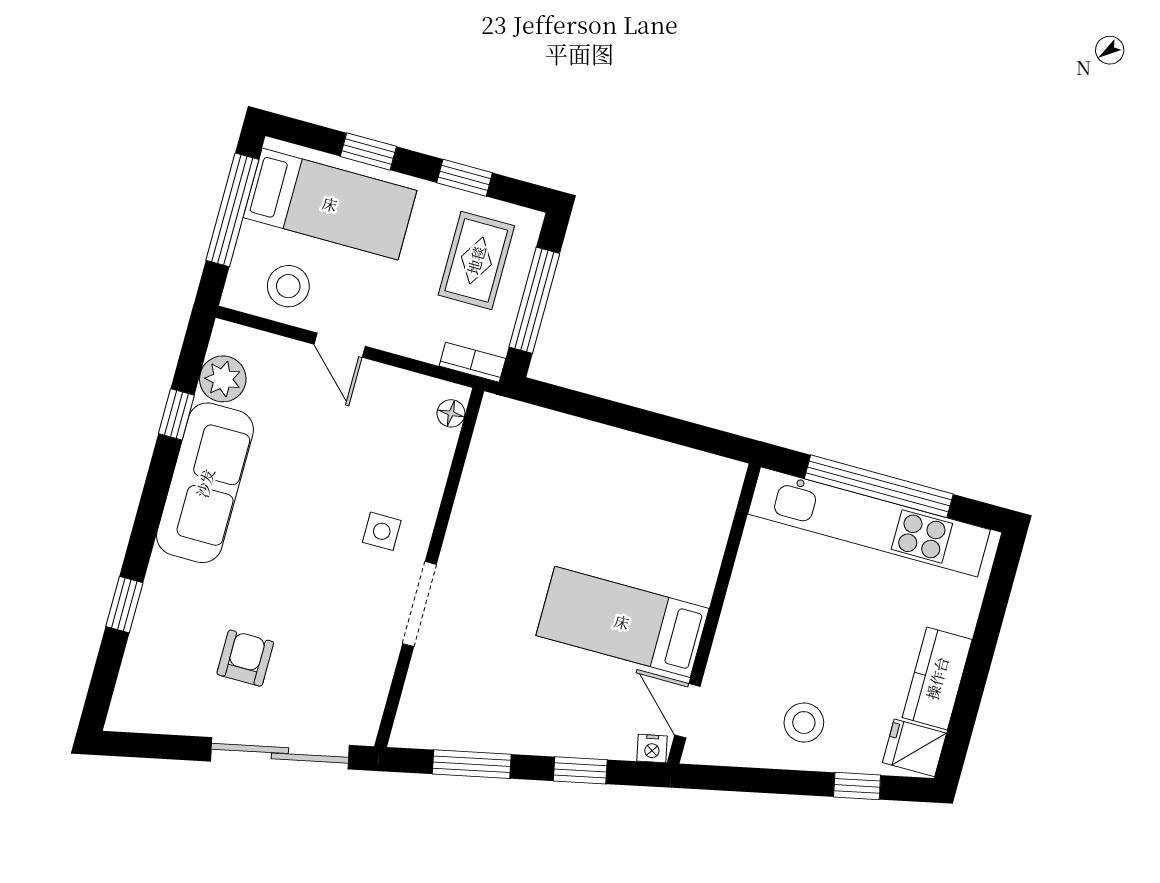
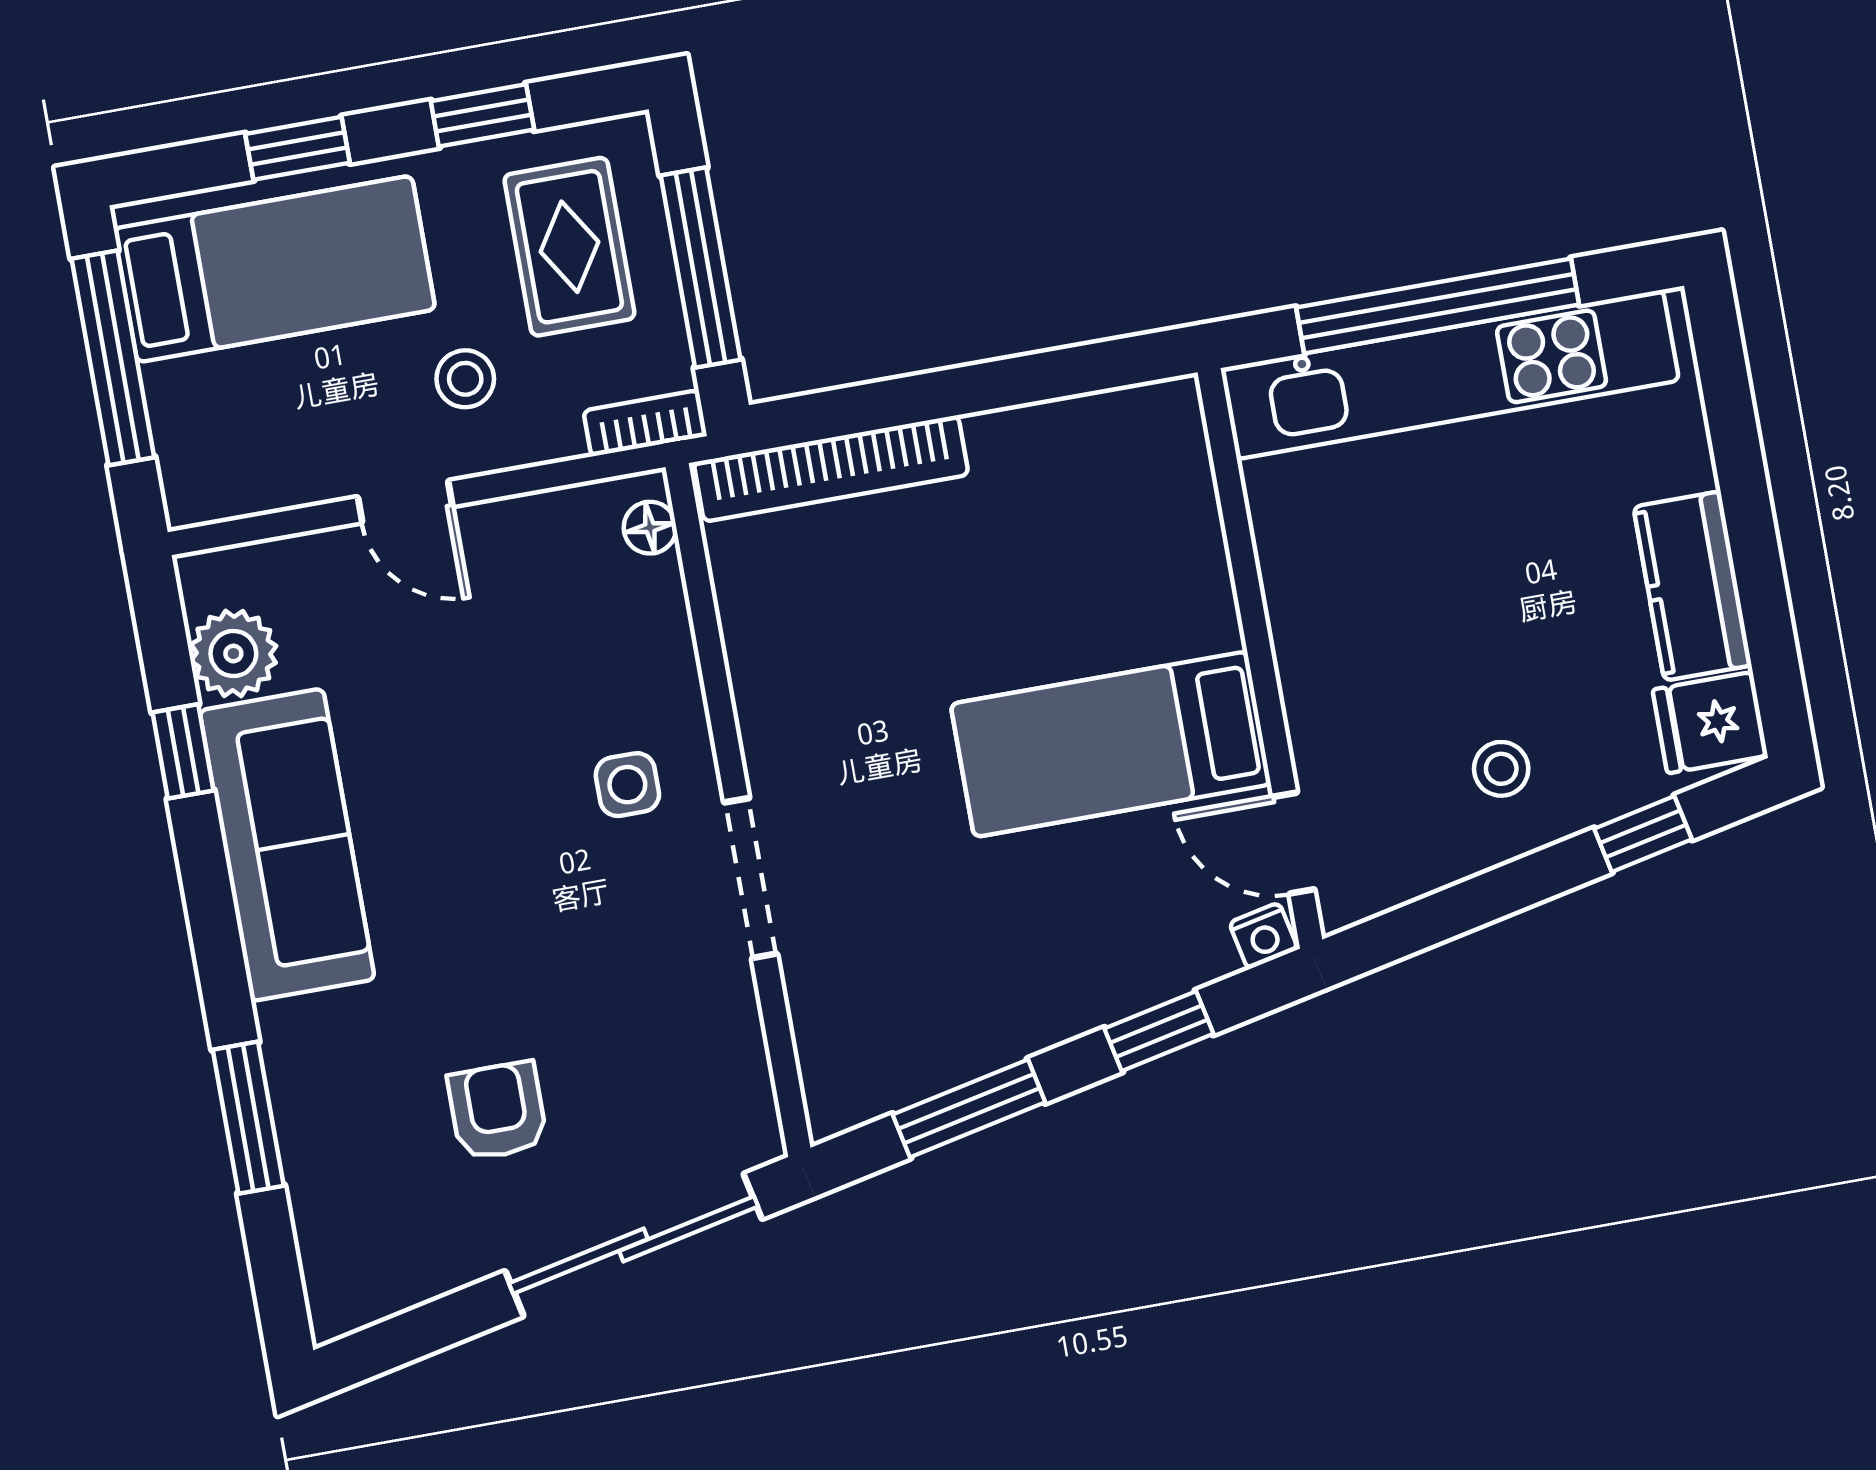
stool: (288, 286) -> (465, 379), moved, width x0.73, depth x0.73
bookcase: (551, 426) -> (831, 469), added
window: (124, 605) -> (248, 1118), width x1.50
stool: (804, 723) -> (1501, 769), width x0.73, depth x0.73

